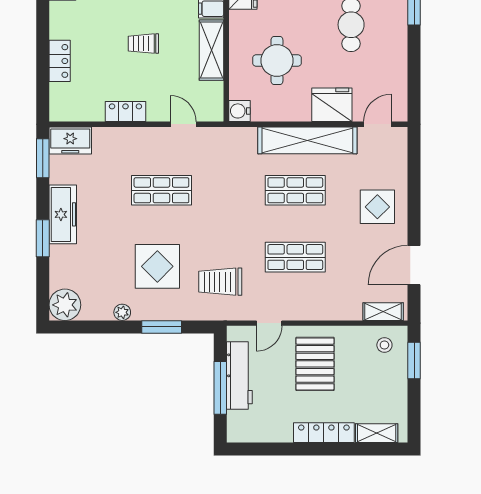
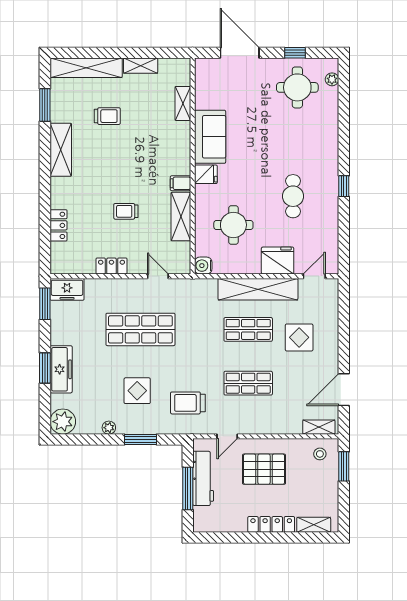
shop shelf: (161, 190) -> (140, 329), width x1.43, depth x1.36
display table: (377, 207) -> (299, 337), moved
freezer: (63, 214) -> (61, 369), moved
display table: (157, 266) -> (137, 391), width x0.73, depth x0.73
pallet: (315, 364) -> (264, 469), turned 90

